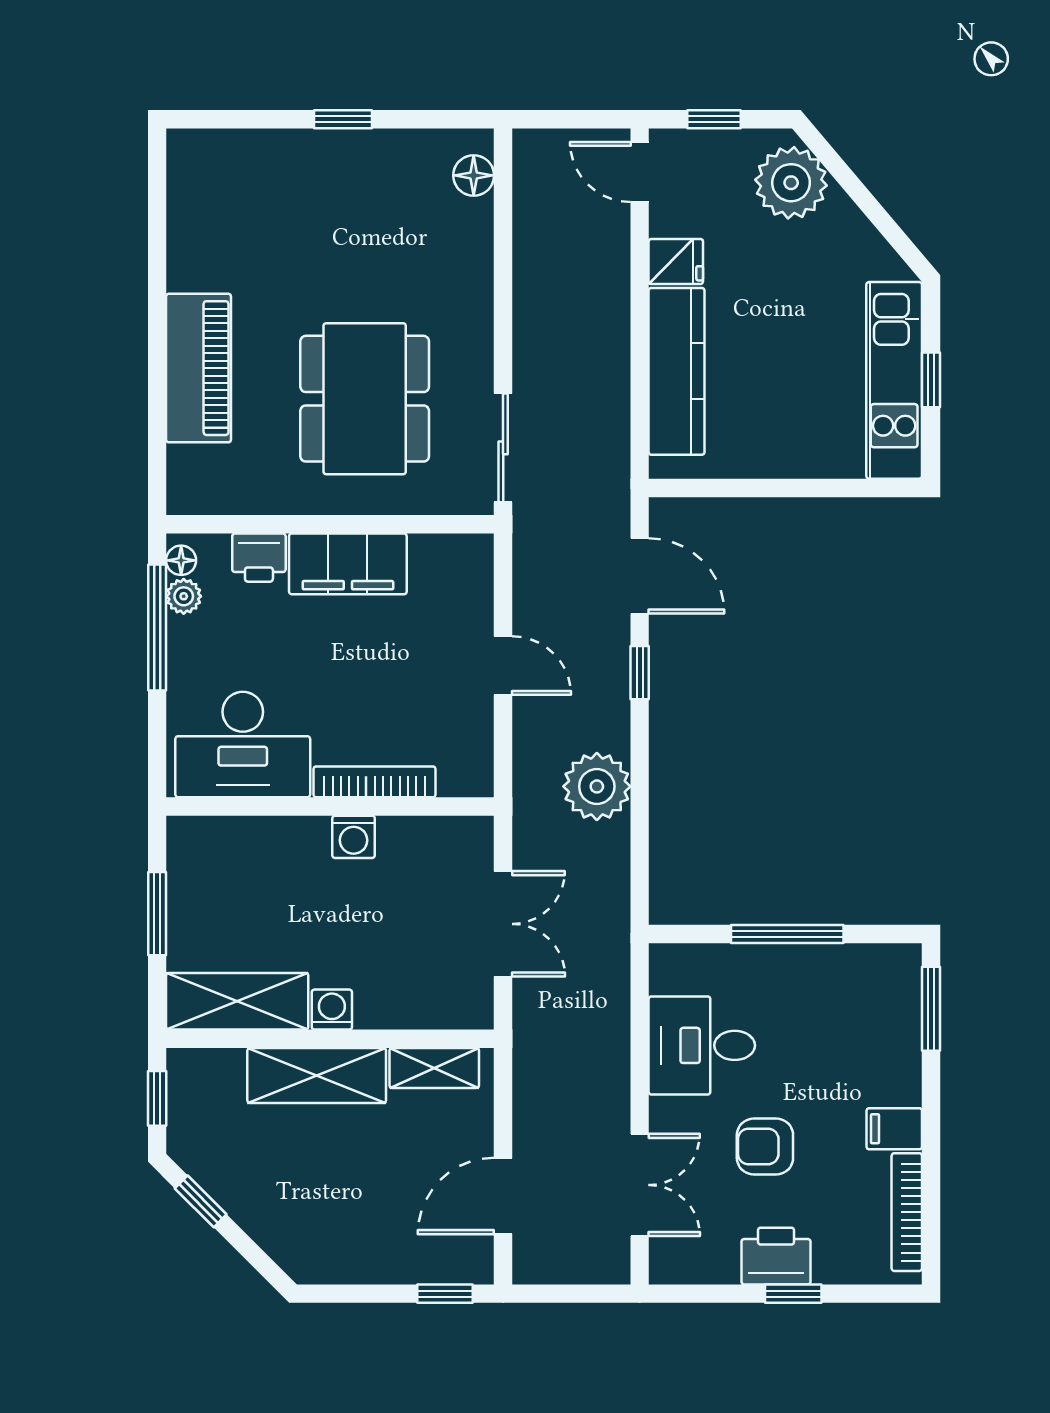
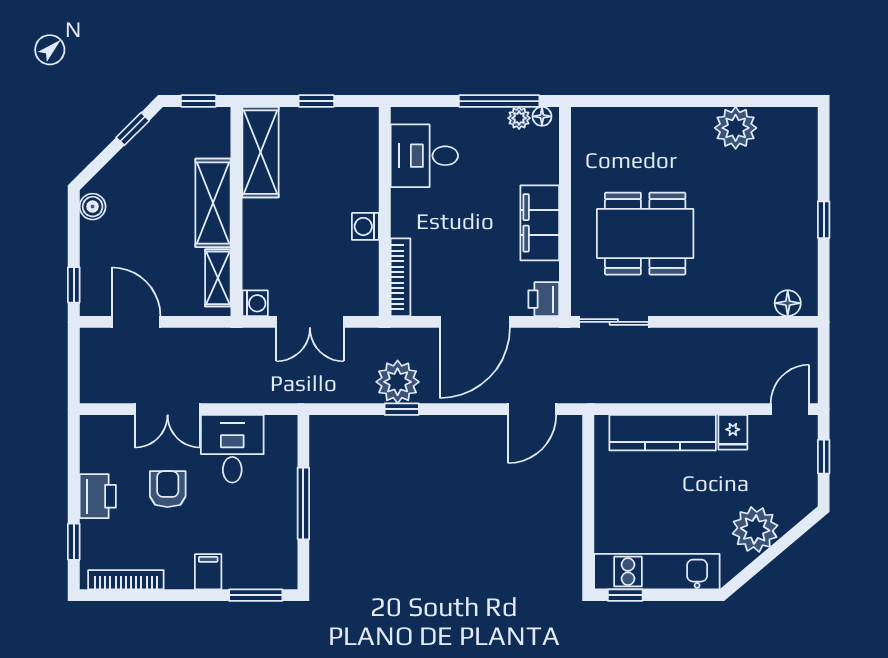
plant: (791, 183) -> (755, 529), moved
plant: (199, 257) -> (736, 128), added
piano: (199, 368) -> (665, 127), removed
window: (931, 380) -> (625, 595), moved
printer: (259, 558) -> (544, 299), moved
door: (503, 666) -> (475, 322), width x1.87
window: (640, 673) -> (402, 409), moved
desk: (243, 745) -> (424, 156), width x0.73
bookcase: (375, 782) -> (401, 277), moved
window: (157, 914) -> (316, 101), width x0.67
washing machine: (332, 1010) -> (255, 303), moved
filing cabinet: (894, 1129) -> (208, 572), moved
double door: (640, 1185) -> (168, 409), moved
boiler: (322, 1264) -> (93, 207), added
window: (793, 1294) -> (74, 542), moved

